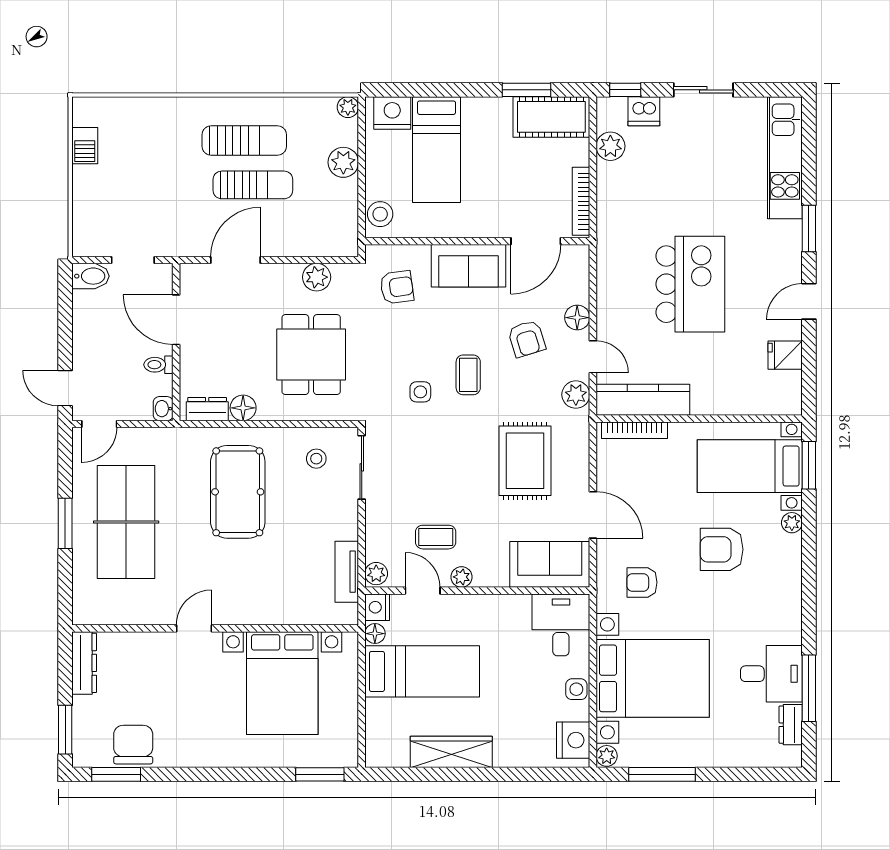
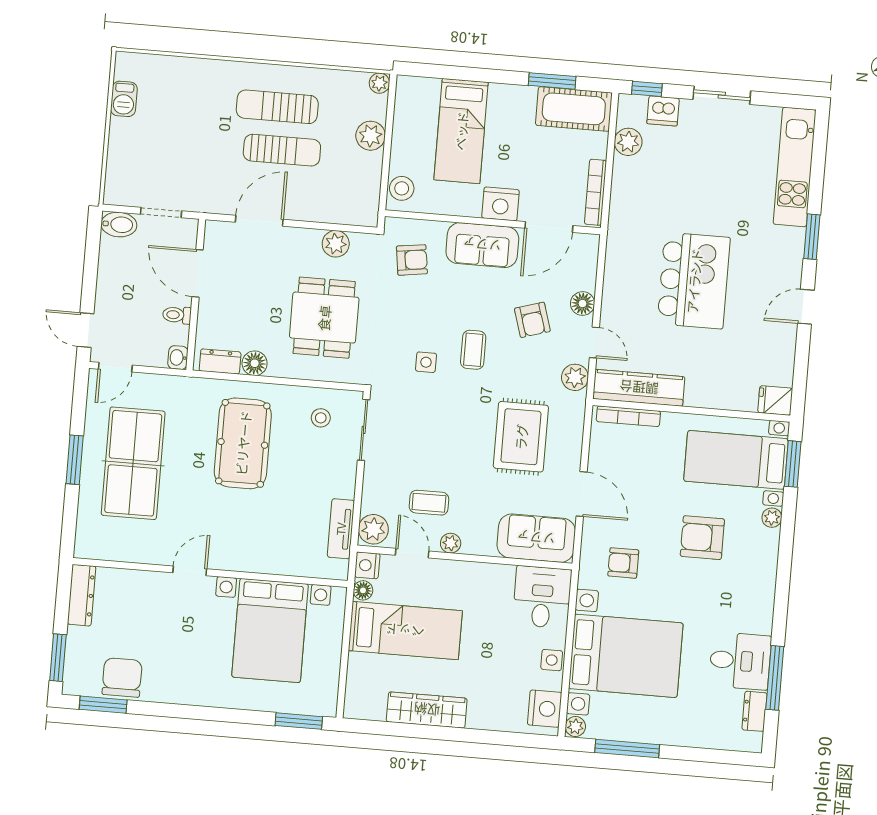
nightstand: (392, 113) -> (501, 204), moved, turned 180
sun lounger: (244, 140) -> (277, 107), turned 180
fridge: (785, 355) -> (775, 400), moved
plant: (376, 574) -> (373, 529), width x1.38, depth x1.38

